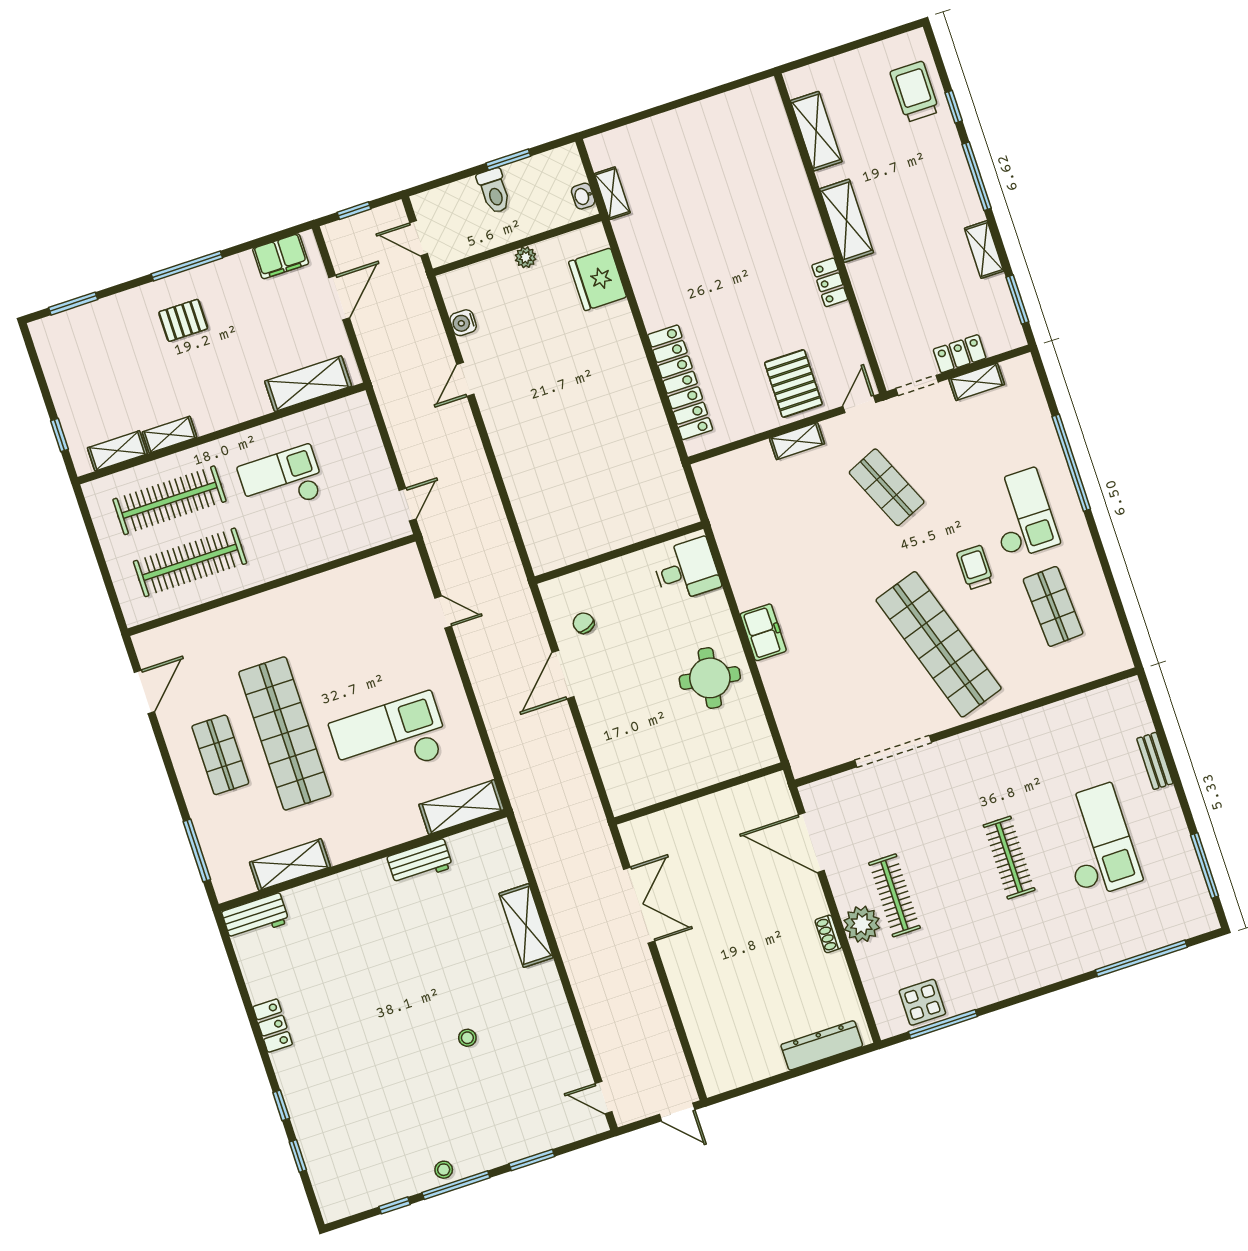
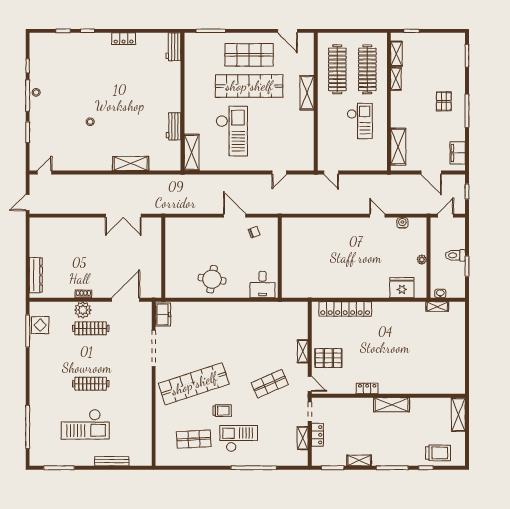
shelving: (816, 131) -> (458, 415), moved, turned 90
checkout: (1021, 514) -> (239, 439), turned 180
freezer: (763, 632) -> (163, 315), moved, turned -90
shop shelf: (220, 755) -> (249, 55), width x1.43, depth x1.36
bench: (1155, 761) -> (112, 461), width x1.36
shelving: (290, 865) -> (307, 93), moved

